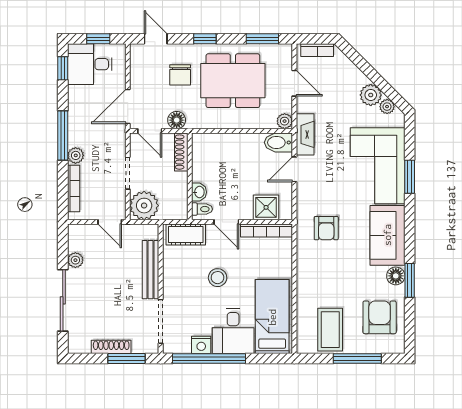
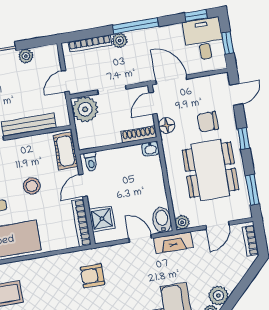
washbasin: (199, 192) -> (150, 149), moved

